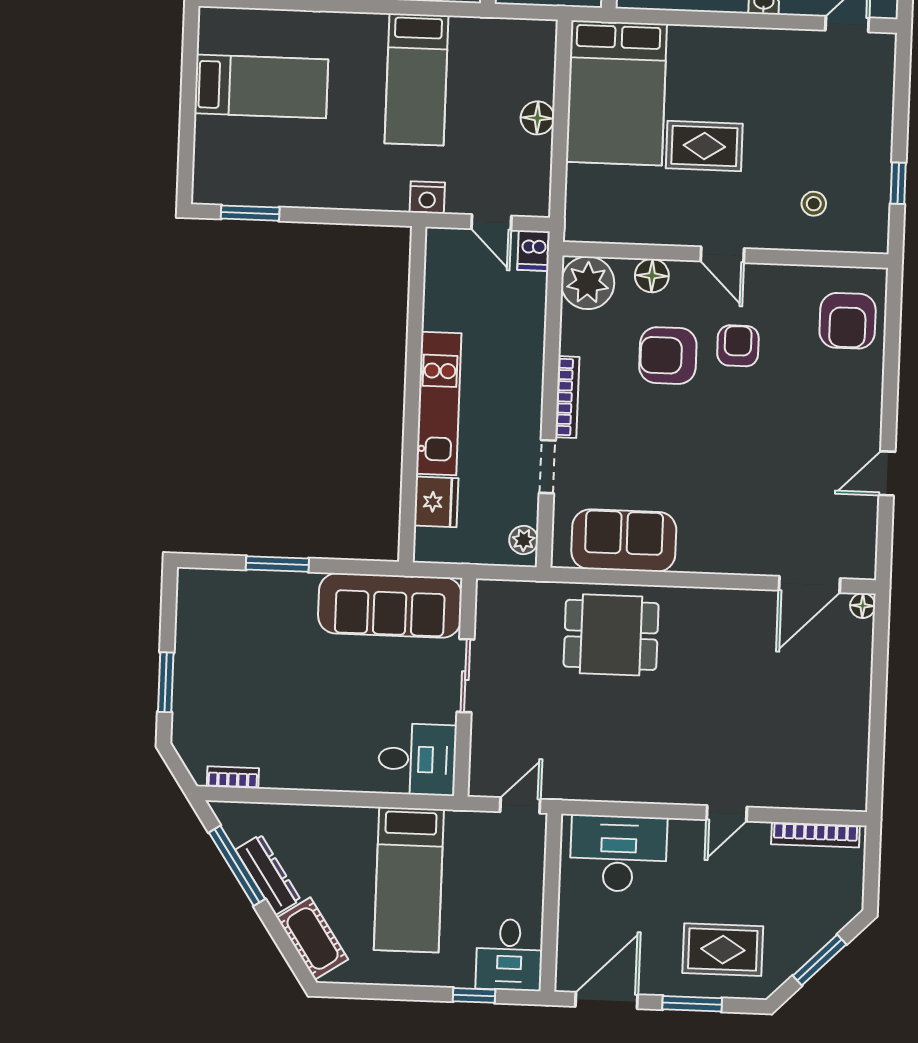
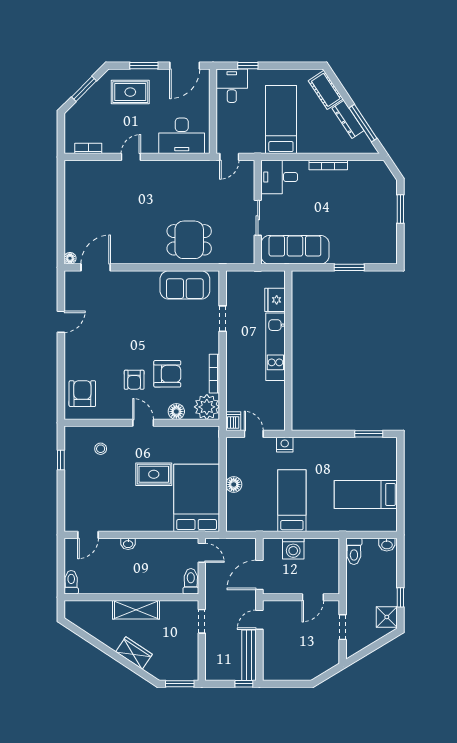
bookcase: (567, 397) -> (214, 374), moved
plant: (524, 540) -> (233, 283), removed
bookcase: (233, 777) -> (328, 165), moved, width x1.56
bookcase: (815, 835) -> (88, 148), width x0.64

